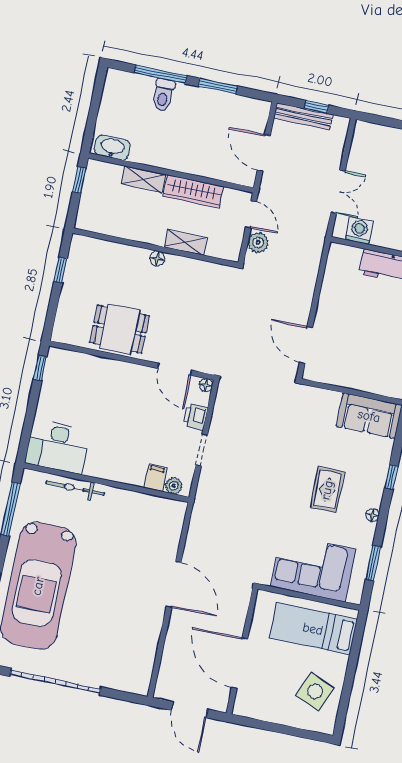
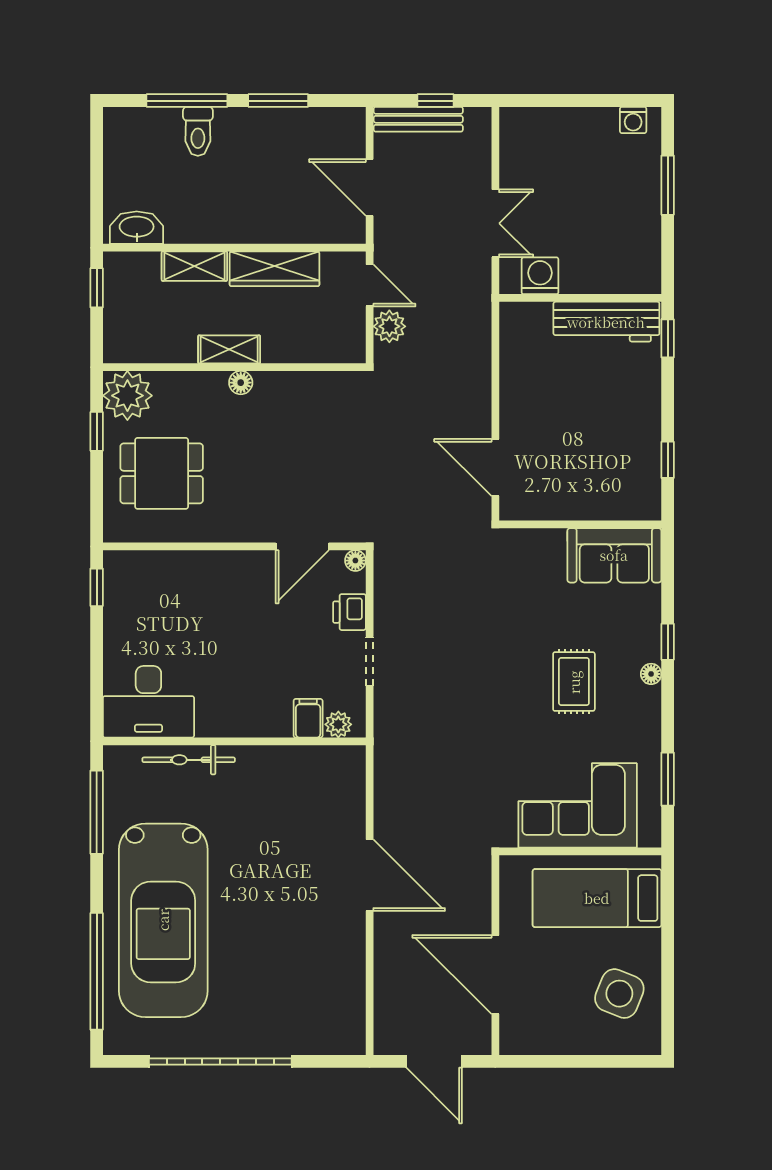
shelving: (186, 242) -> (229, 349), moved
plant: (85, 252) -> (127, 396), added
dining table: (120, 329) -> (162, 473), moved
door: (175, 369) -> (302, 546), hinge flipped
floor lamp: (372, 515) -> (651, 674), moved

